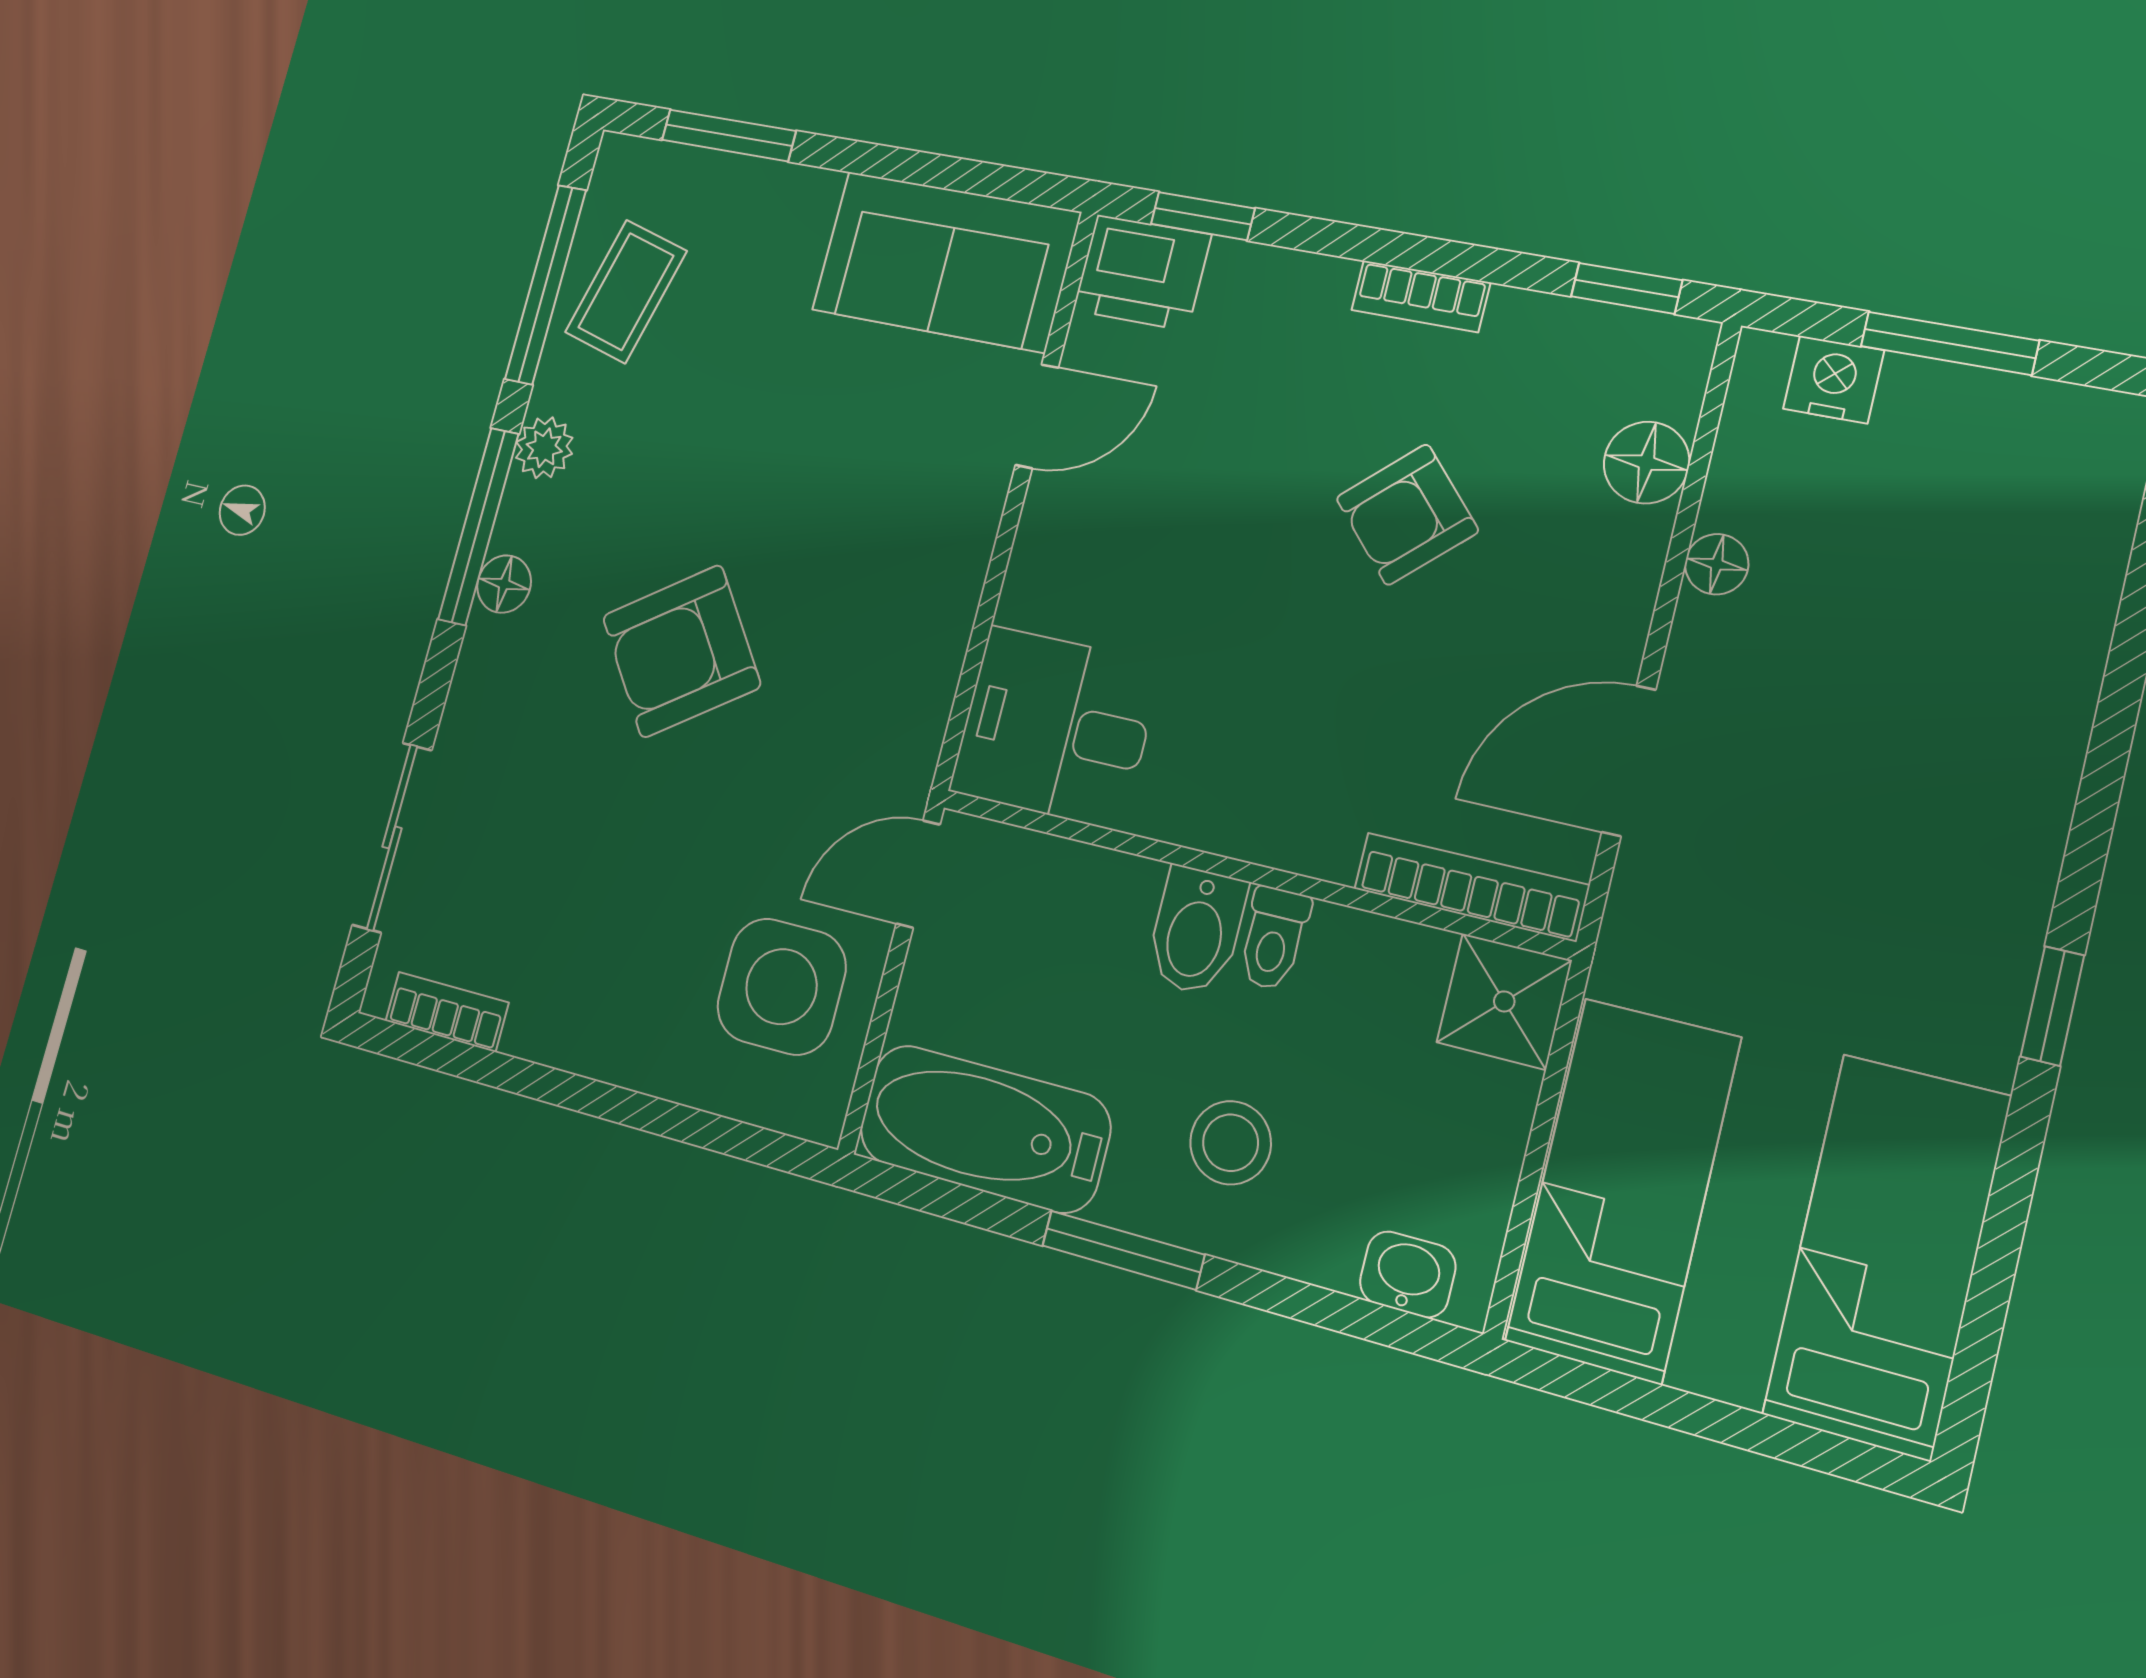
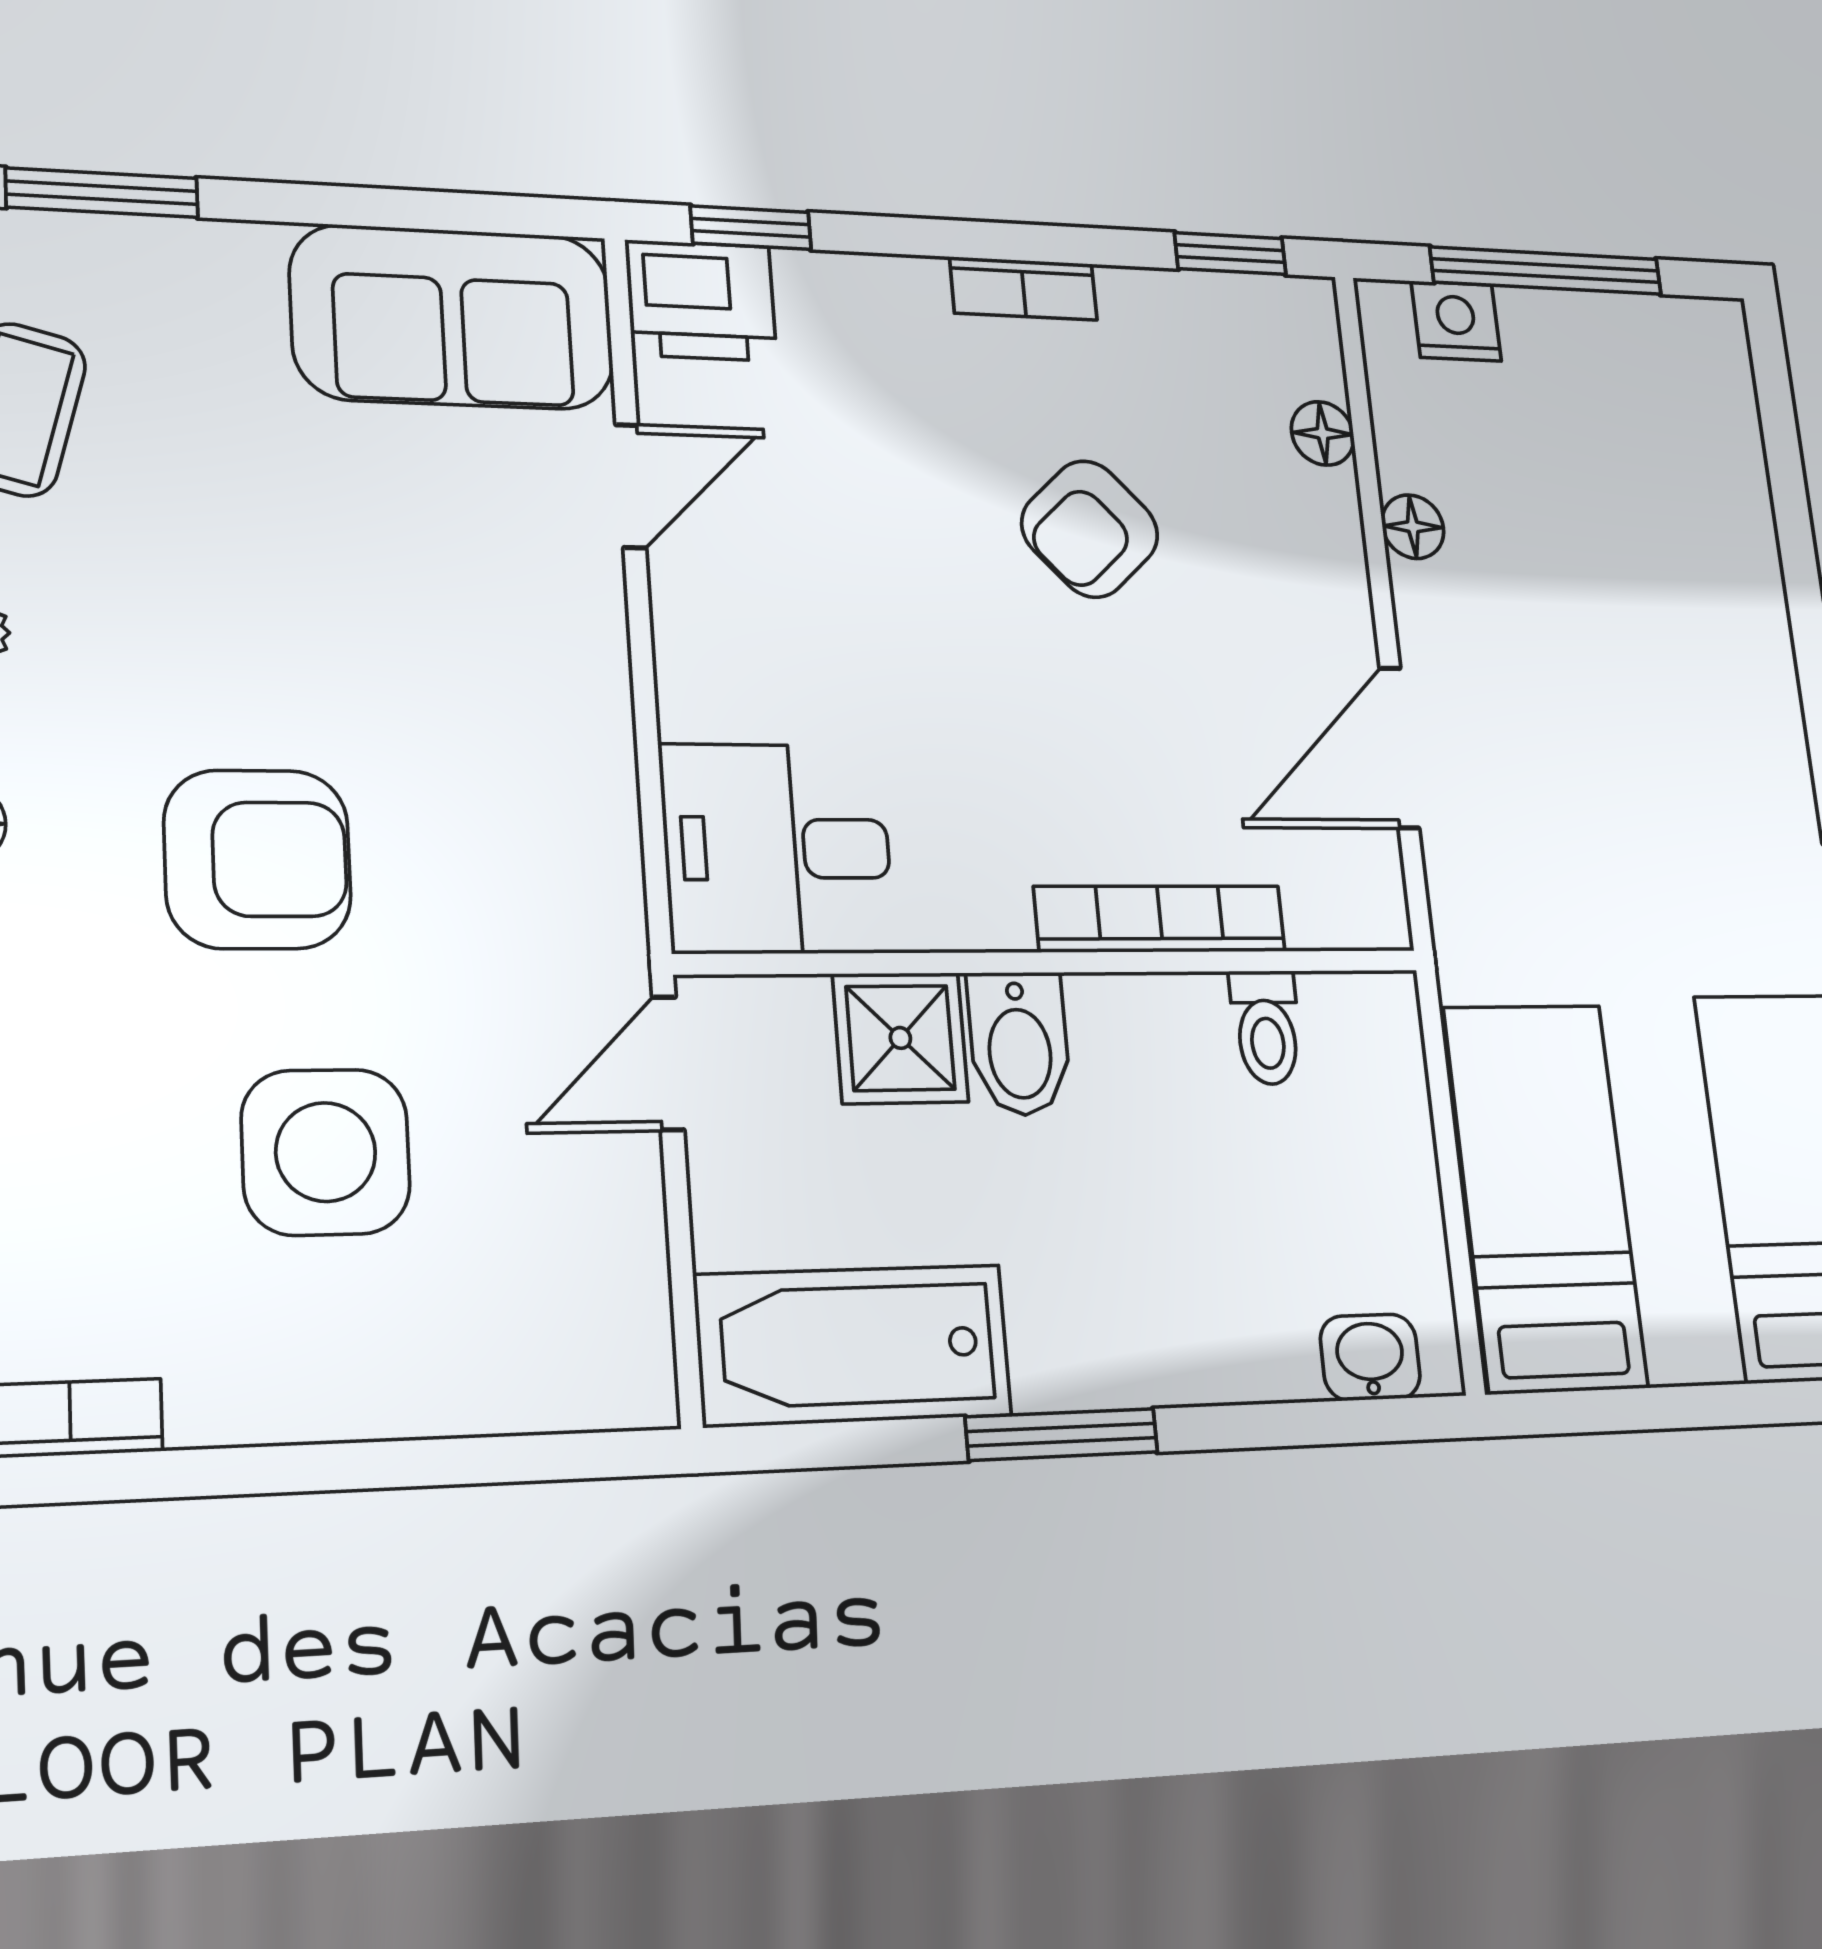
window: (1949, 343) -> (1546, 271), width x1.44
floor lamp: (1646, 463) -> (1323, 433), width x0.73, depth x0.73
armchair: (681, 651) -> (258, 859), turned -145
bookcase: (1471, 887) -> (1160, 919), moved
toilet: (1274, 938) -> (1266, 1027), moved
side table: (781, 987) -> (326, 1152), moved
shower: (1504, 1001) -> (900, 1038), moved
stool: (1231, 1143) -> (1138, 1273), removed

